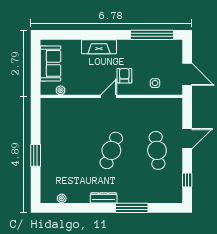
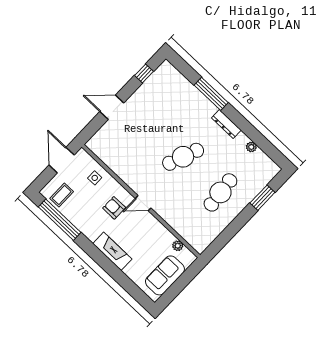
coffee table: (166, 52) -> (62, 195), added
armchair: (124, 76) -> (114, 208), turned 90
cafe table: (157, 150) -> (220, 192), moved
window: (36, 155) -> (262, 198), moved
plant: (62, 198) -> (251, 147), moved

